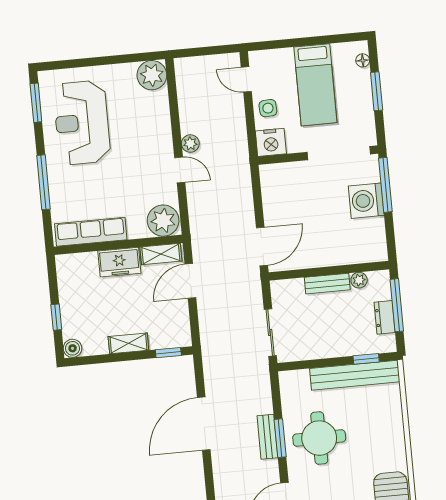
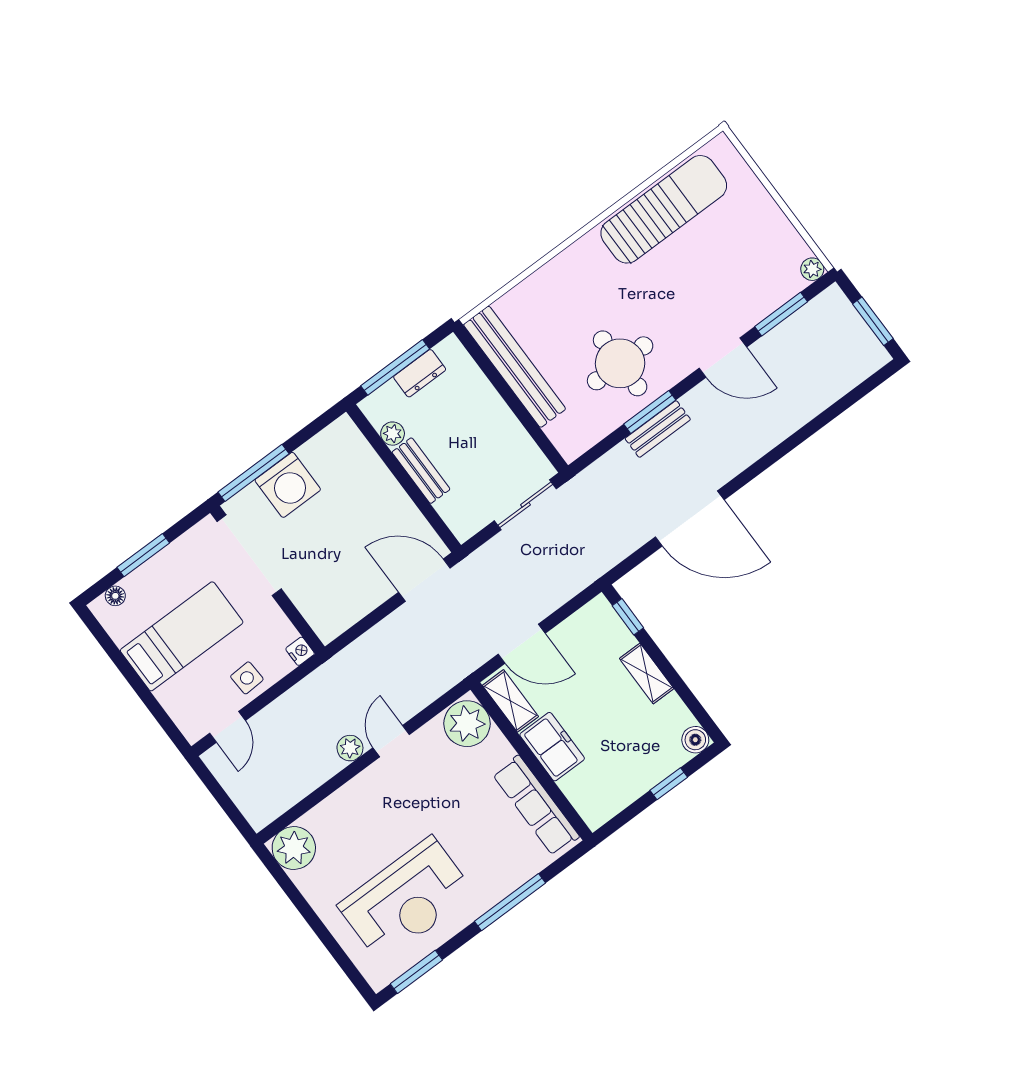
nightstand: (271, 142) -> (300, 651), width x0.53, depth x0.56
window: (366, 359) -> (486, 365), removed

